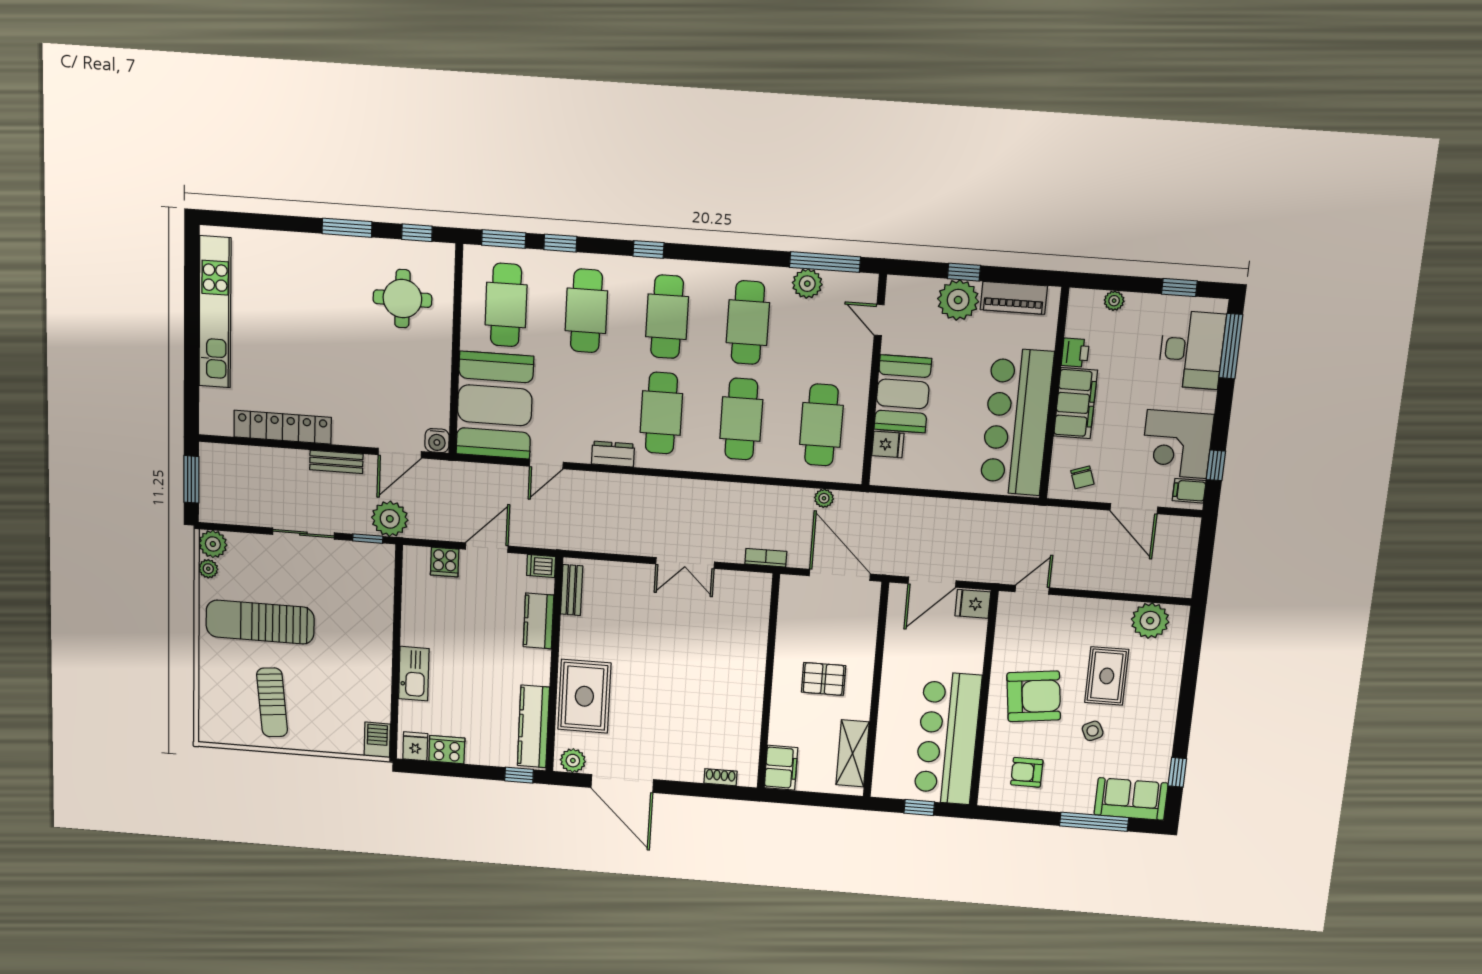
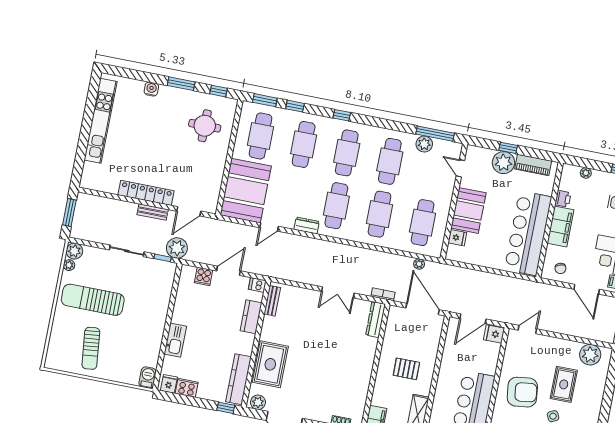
locker: (283, 427) -> (146, 193), moved
water cooler: (437, 441) -> (151, 89), moved, turned 180
dresser: (758, 602) -> (376, 320), added

